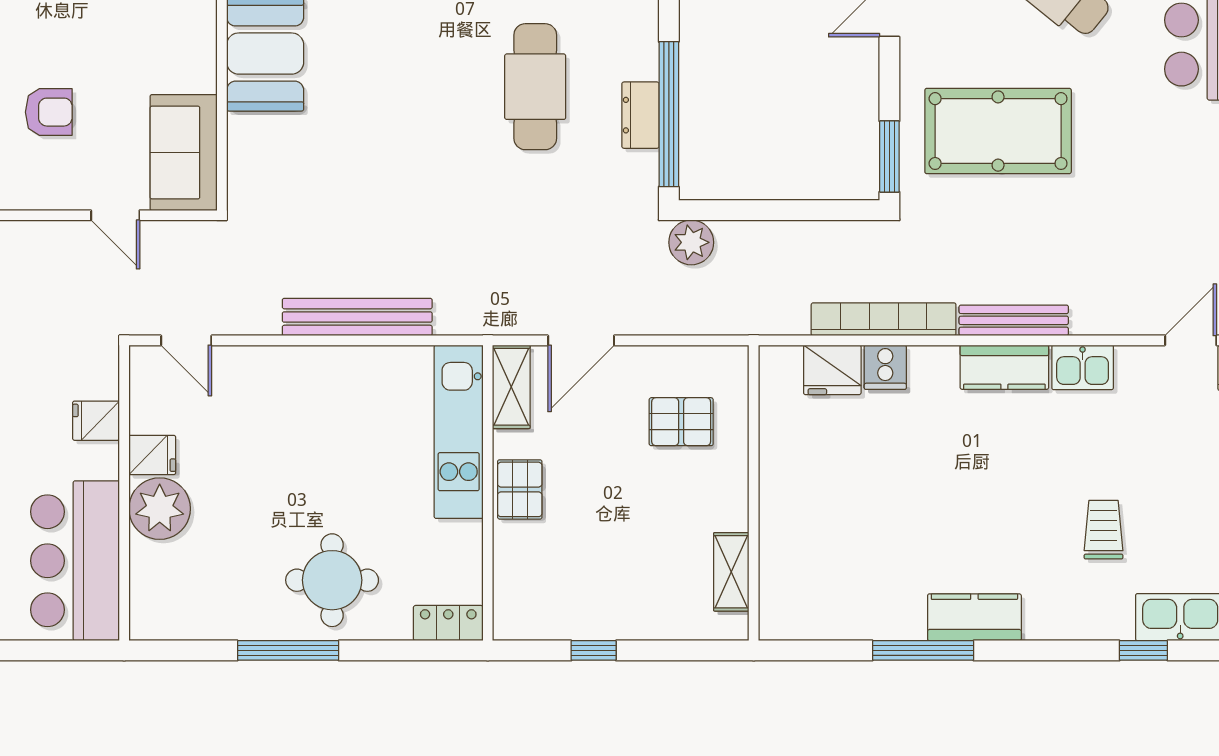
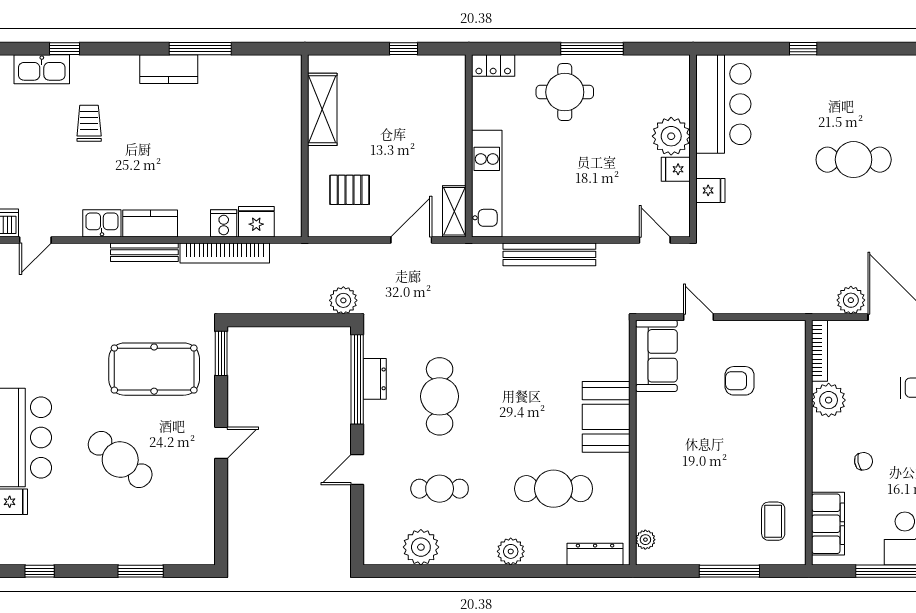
pallet: (520, 489) -> (449, 148), removed
trolley: (1104, 530) -> (89, 123), turned 180
shelving: (731, 572) -> (322, 109), width x1.50, depth x1.33

